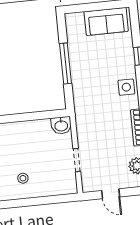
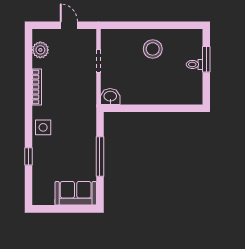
sofa: (106, 21) -> (76, 193), moved
stool: (23, 178) -> (153, 49), width x1.89, depth x1.89

